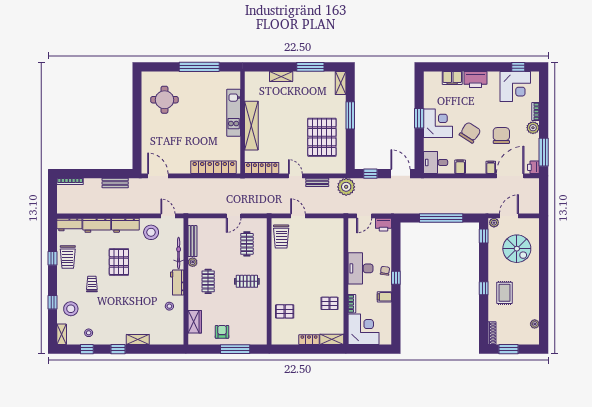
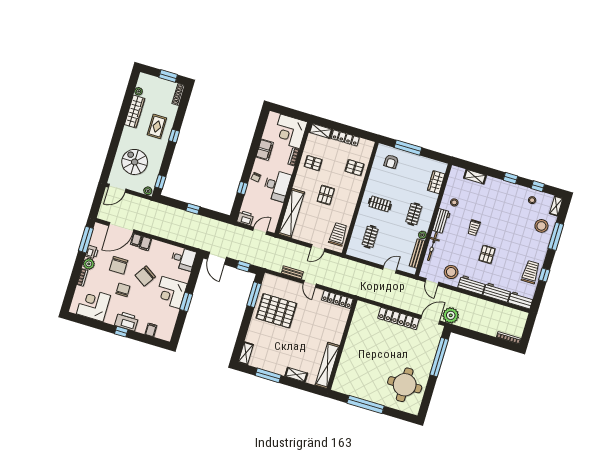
window: (518, 67) -> (121, 332), moved
filing cabinet: (452, 78) -> (151, 330), width x0.50
round table: (164, 100) -> (405, 385), width x1.36, depth x1.36
chair: (489, 111) -> (123, 290), added
kitchen unit: (234, 113) -> (347, 355), removed
window: (350, 115) -> (254, 295), moved
shelving: (251, 126) -> (327, 365), moved
pallet: (322, 137) -> (276, 311), turned 90
window: (137, 139) -> (439, 357), added
locker: (213, 167) -> (399, 319), moved
filing cabinet: (460, 167) -> (145, 243), moved
printer: (533, 167) -> (92, 252), moved
door: (158, 176) -> (430, 320), swing flipped
bench: (115, 183) -> (470, 325), removed
plant: (346, 187) -> (451, 315), moved
door: (234, 216) -> (390, 269), moved
door: (298, 216) -> (318, 248), hinge flipped
door: (509, 216) -> (117, 188), moved
window: (441, 218) -> (193, 209), width x0.32
shelving: (336, 244) -> (292, 213), added
pallet: (119, 262) -> (487, 254), width x0.67, depth x0.71
pallet: (306, 274) -> (326, 195), added
window: (396, 278) -> (242, 188), moved
trolley: (92, 284) -> (474, 228), moved
filing cabinet: (384, 297) -> (265, 150), width x2.00
window: (53, 302) -> (556, 236), width x2.17
wardrobe: (533, 302) -> (135, 111), added
armchair: (222, 332) -> (391, 162), moved
shelving: (138, 340) -> (475, 177), moved
locker: (309, 340) -> (345, 138), width x1.53

